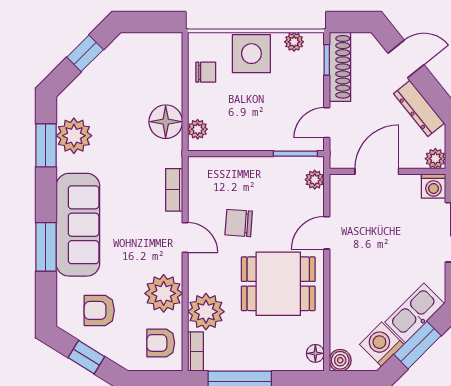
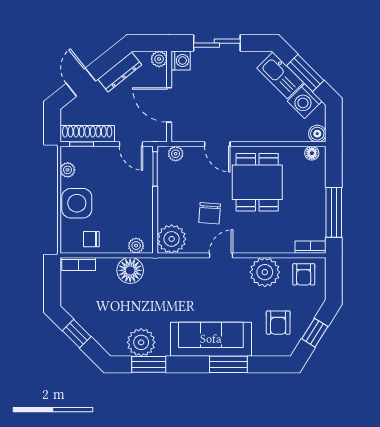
chair: (206, 72) -> (91, 239), turned -90
bookcase: (174, 190) -> (79, 264), moved
plant: (206, 312) -> (172, 239), moved

